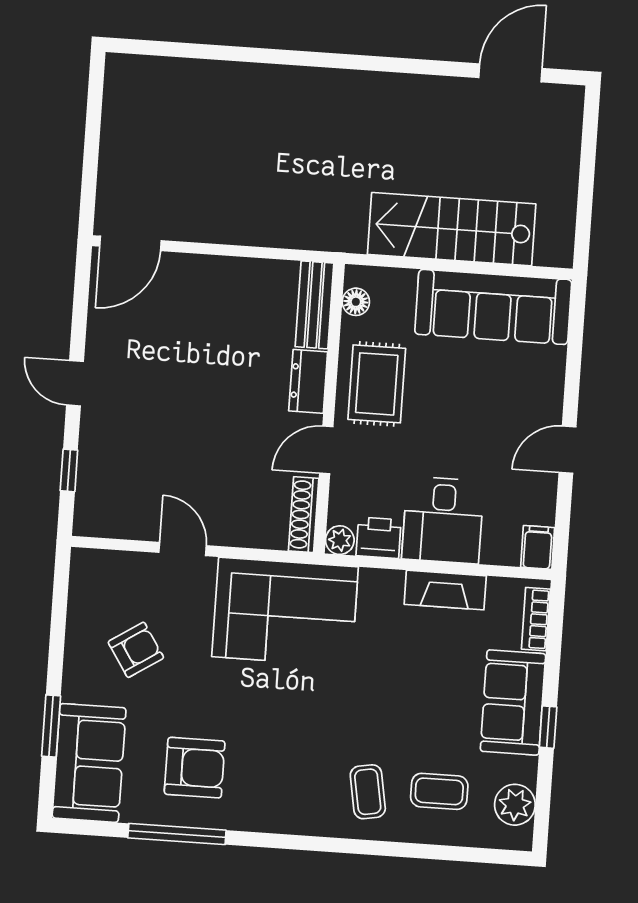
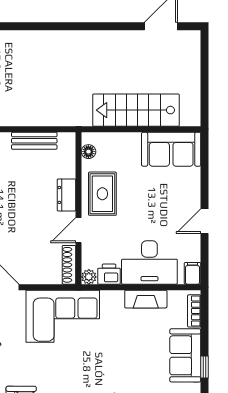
bench: (314, 305) -> (34, 141), moved, turned 90
sofa: (493, 307) -> (171, 149), width x0.73
desk: (443, 520) -> (149, 263), width x1.37

